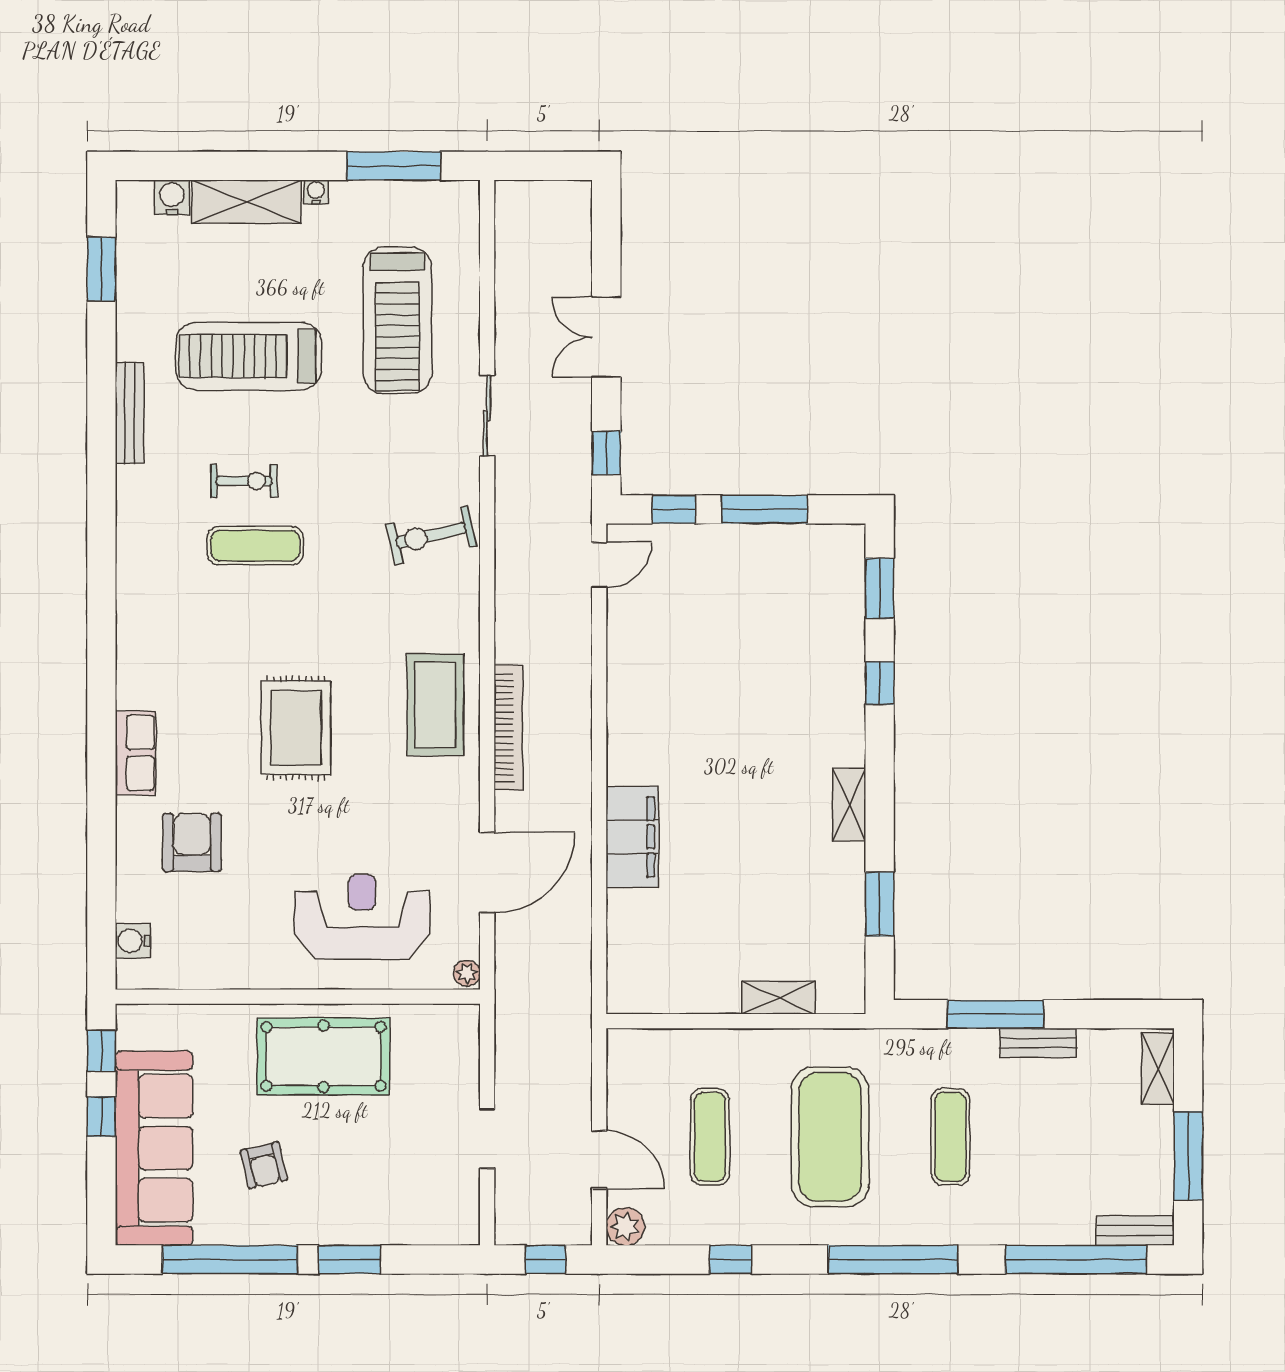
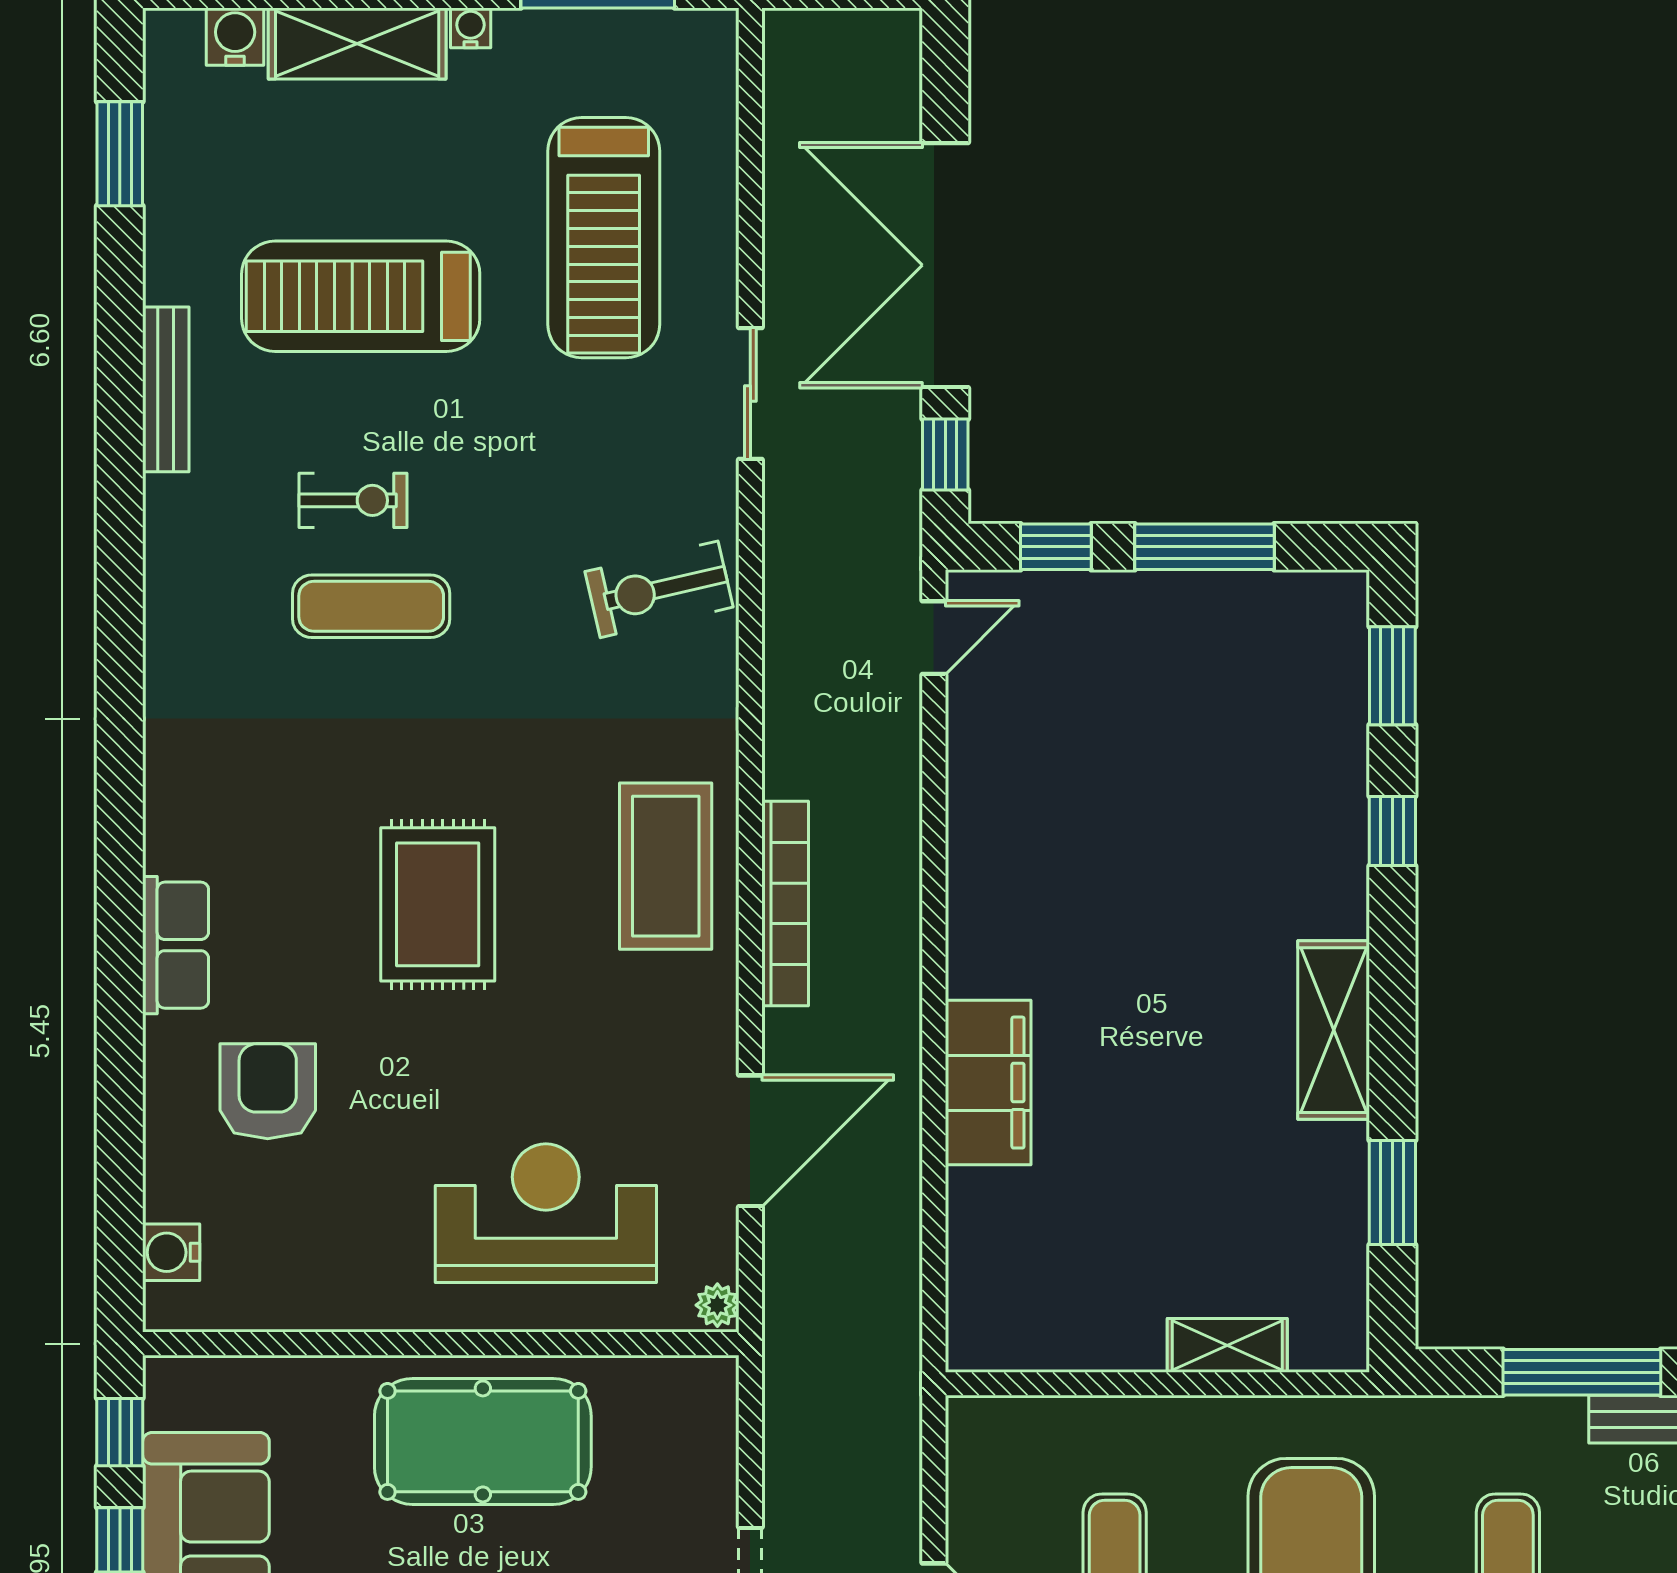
double door: (606, 337) -> (945, 265), width x1.87
shelving: (849, 805) -> (1334, 1030), width x1.50, depth x1.33

